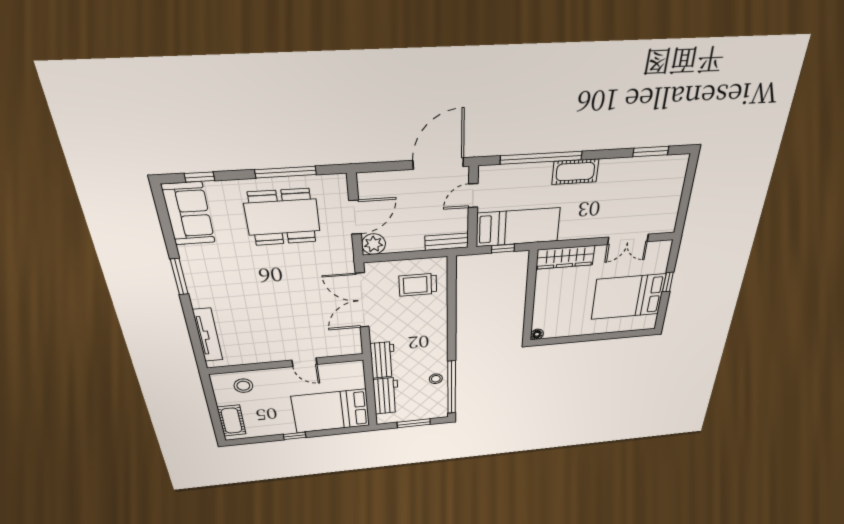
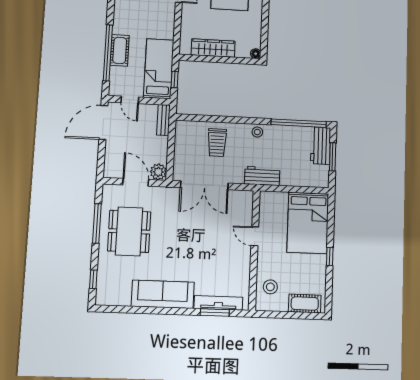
door: (438, 164) -> (103, 122), hinge flipped
cot: (575, 172) -> (120, 50), moved
sofa: (188, 214) -> (163, 294), moved, width x1.36
wardrobe: (565, 257) -> (213, 48), moved, turned -90
window: (179, 277) -> (215, 313), moved
trolley: (418, 285) -> (217, 143), moved
door: (304, 362) -> (255, 236), swing flipped
stool: (436, 379) -> (257, 132), moved
workbench: (386, 396) -> (321, 146), moved, turned -90

